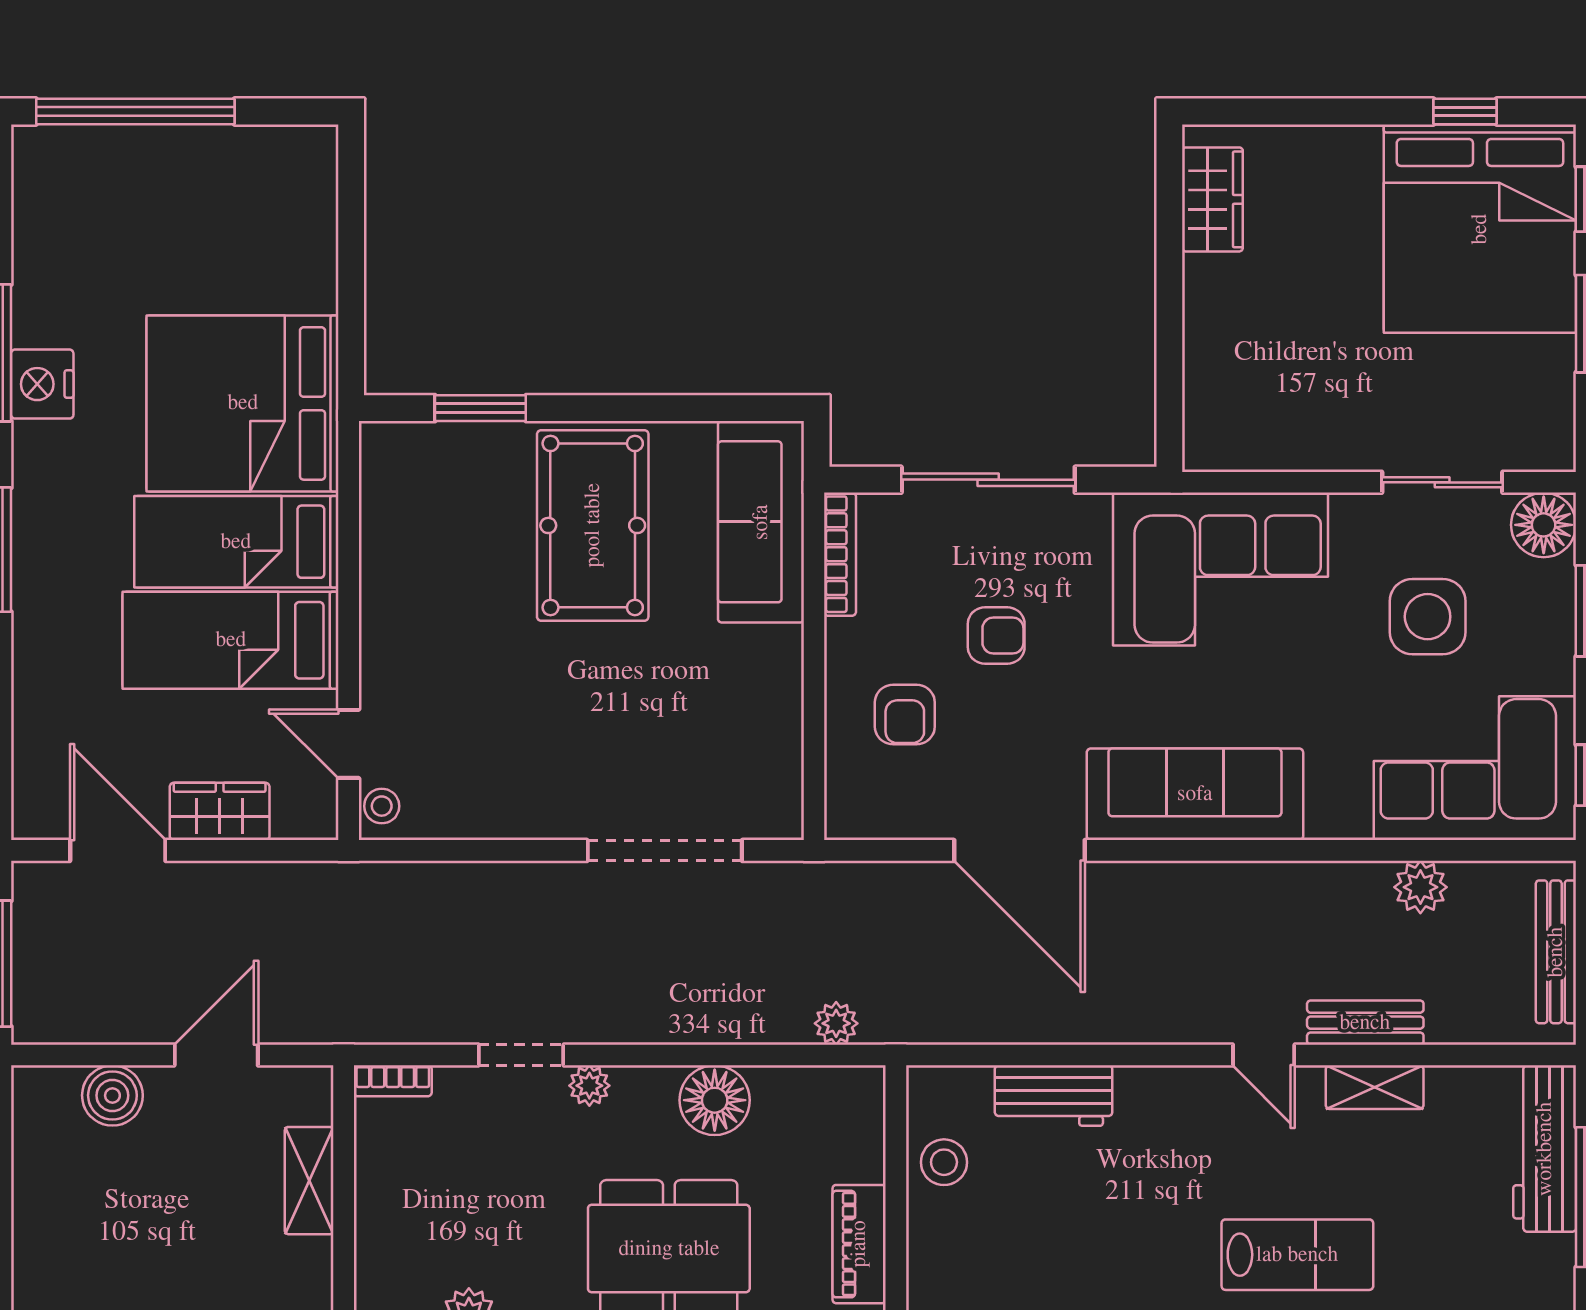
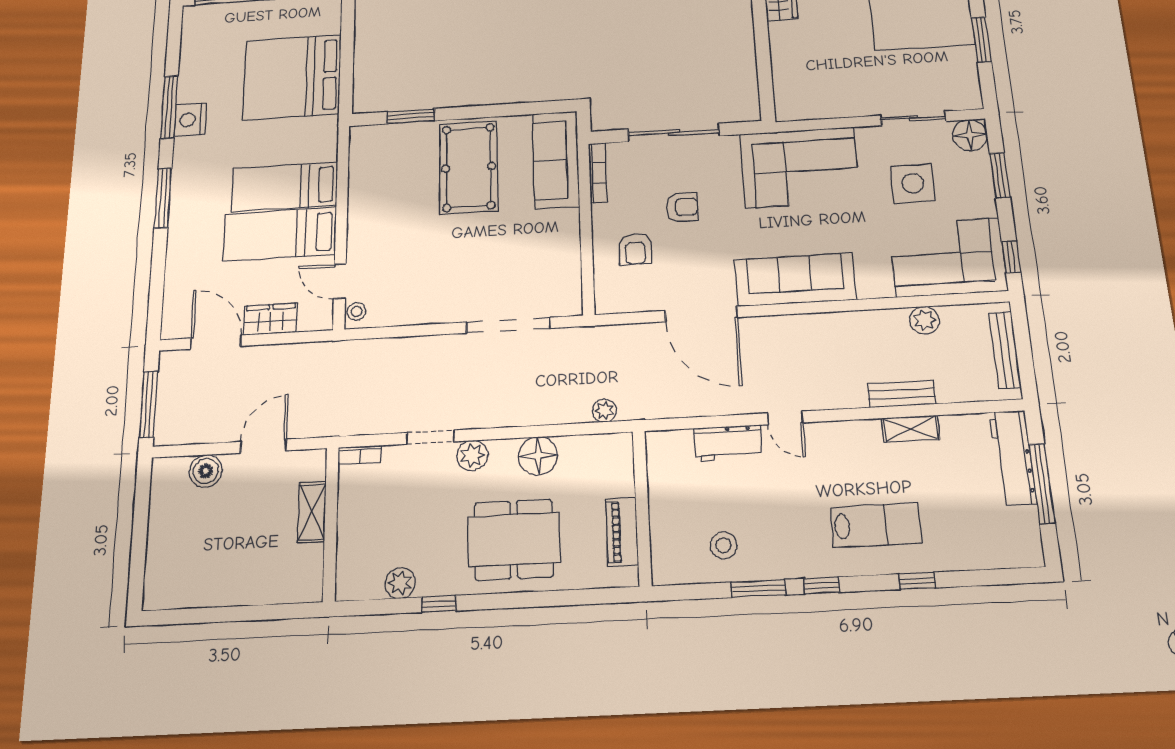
bed: (243, 403) -> (292, 77), moved
door: (1264, 1055) -> (785, 418), moved
plant: (589, 1086) -> (472, 455), width x1.38, depth x1.38
stool: (944, 1162) -> (723, 545), moved

